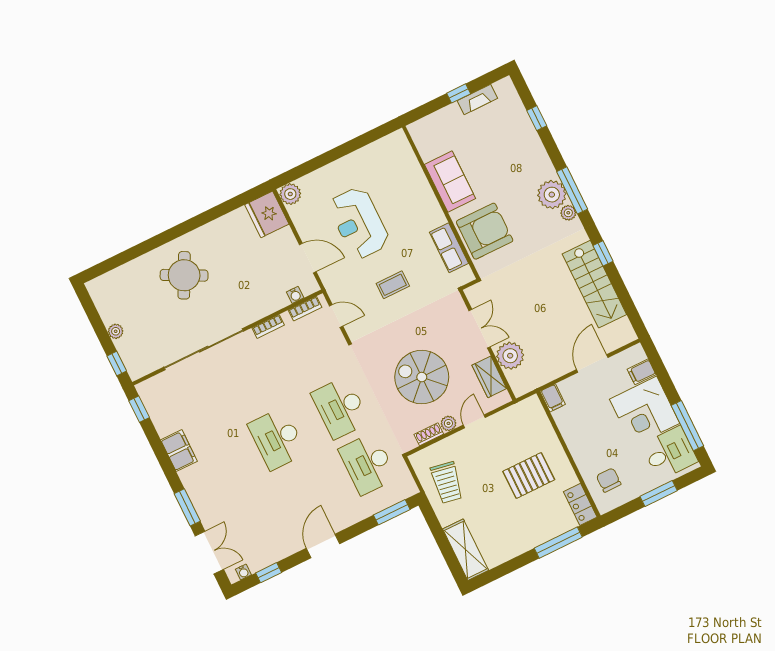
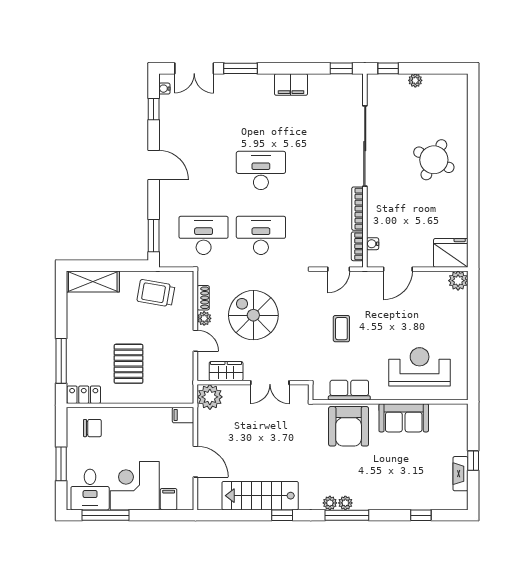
plant: (552, 195) -> (345, 503), width x0.53, depth x0.53
reception desk: (359, 223) -> (420, 367), moved
bookcase: (268, 326) -> (357, 209), width x1.56
plant: (510, 356) -> (210, 397), moved
spiral stairs: (422, 377) -> (253, 315), turned -90

